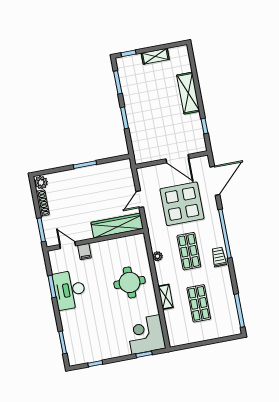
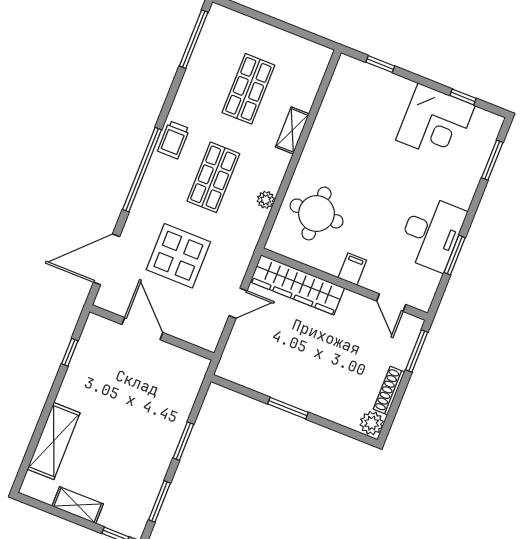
shelving: (188, 93) -> (54, 441), moved
display table: (182, 204) -> (178, 256), width x0.73, depth x0.73
filing cabinet: (84, 252) -> (352, 269), moved
round table: (130, 282) -> (317, 213), moved
corner desk: (146, 335) -> (435, 123), moved

